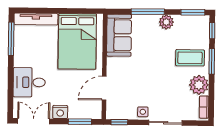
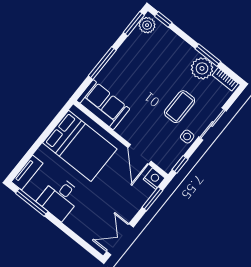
tv unit: (36, 19) -> (27, 172), width x0.71
plant: (166, 22) -> (147, 25), moved
coffee table: (190, 58) -> (180, 107), moved
window: (212, 61) -> (208, 55), moved
desk: (29, 82) -> (60, 198), moved
nightstand: (60, 112) -> (154, 179), moved, turned -90

